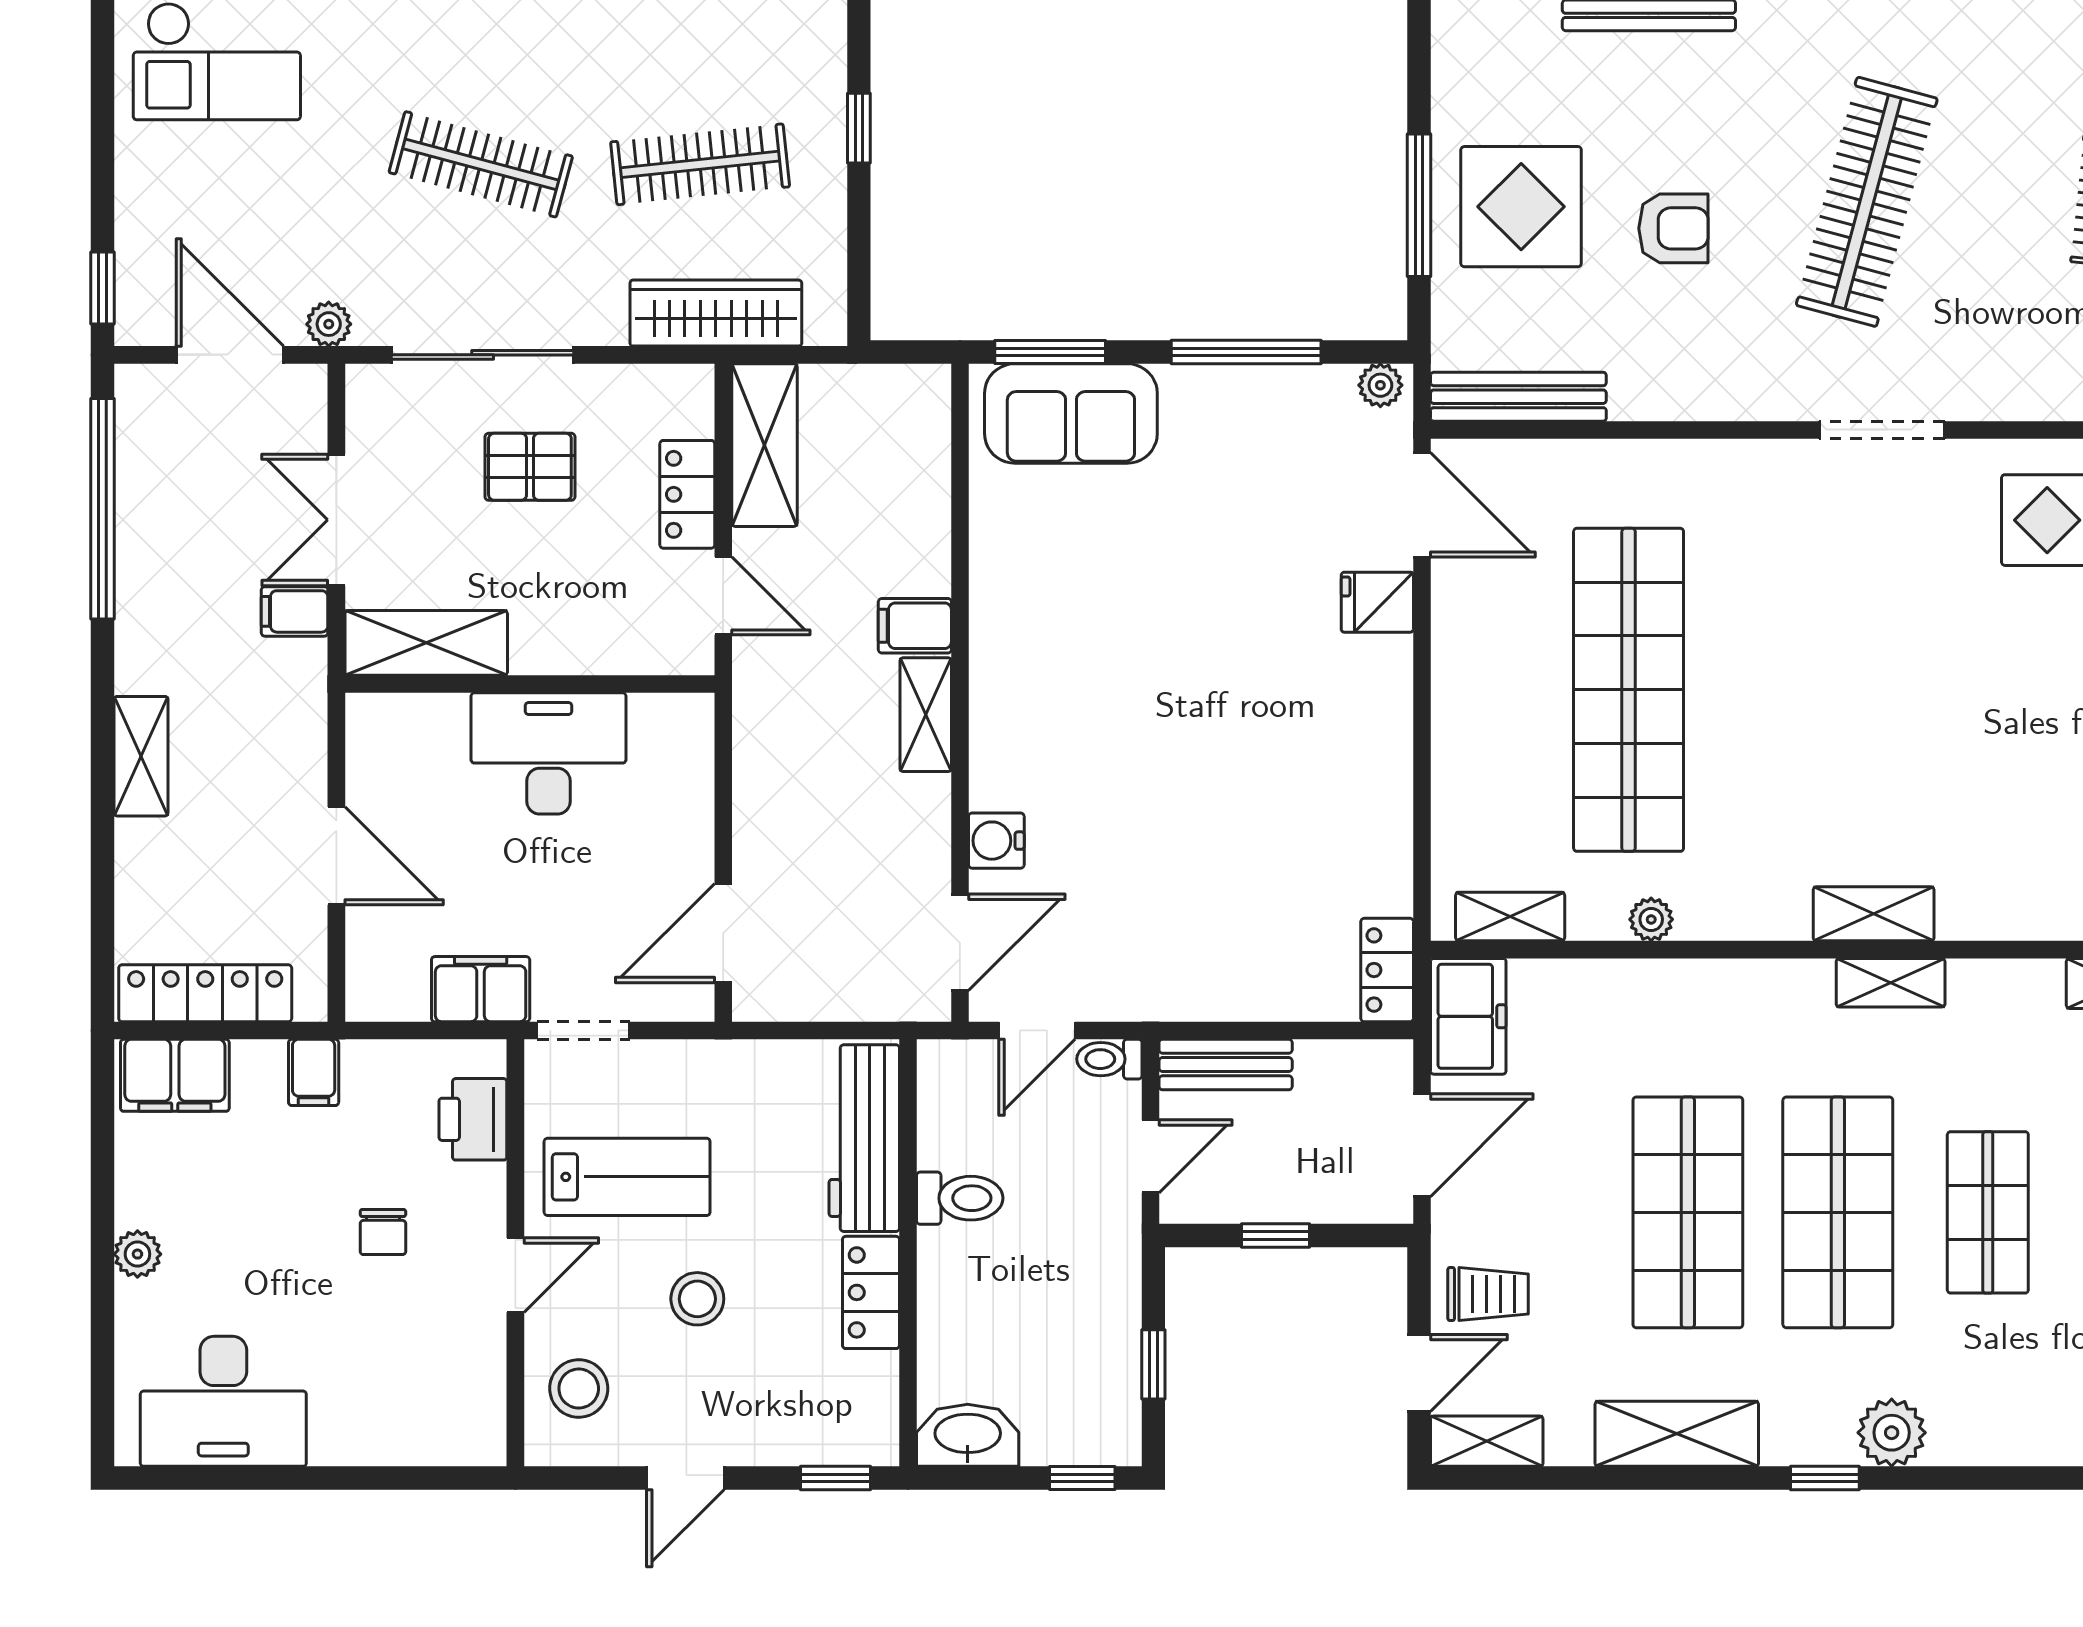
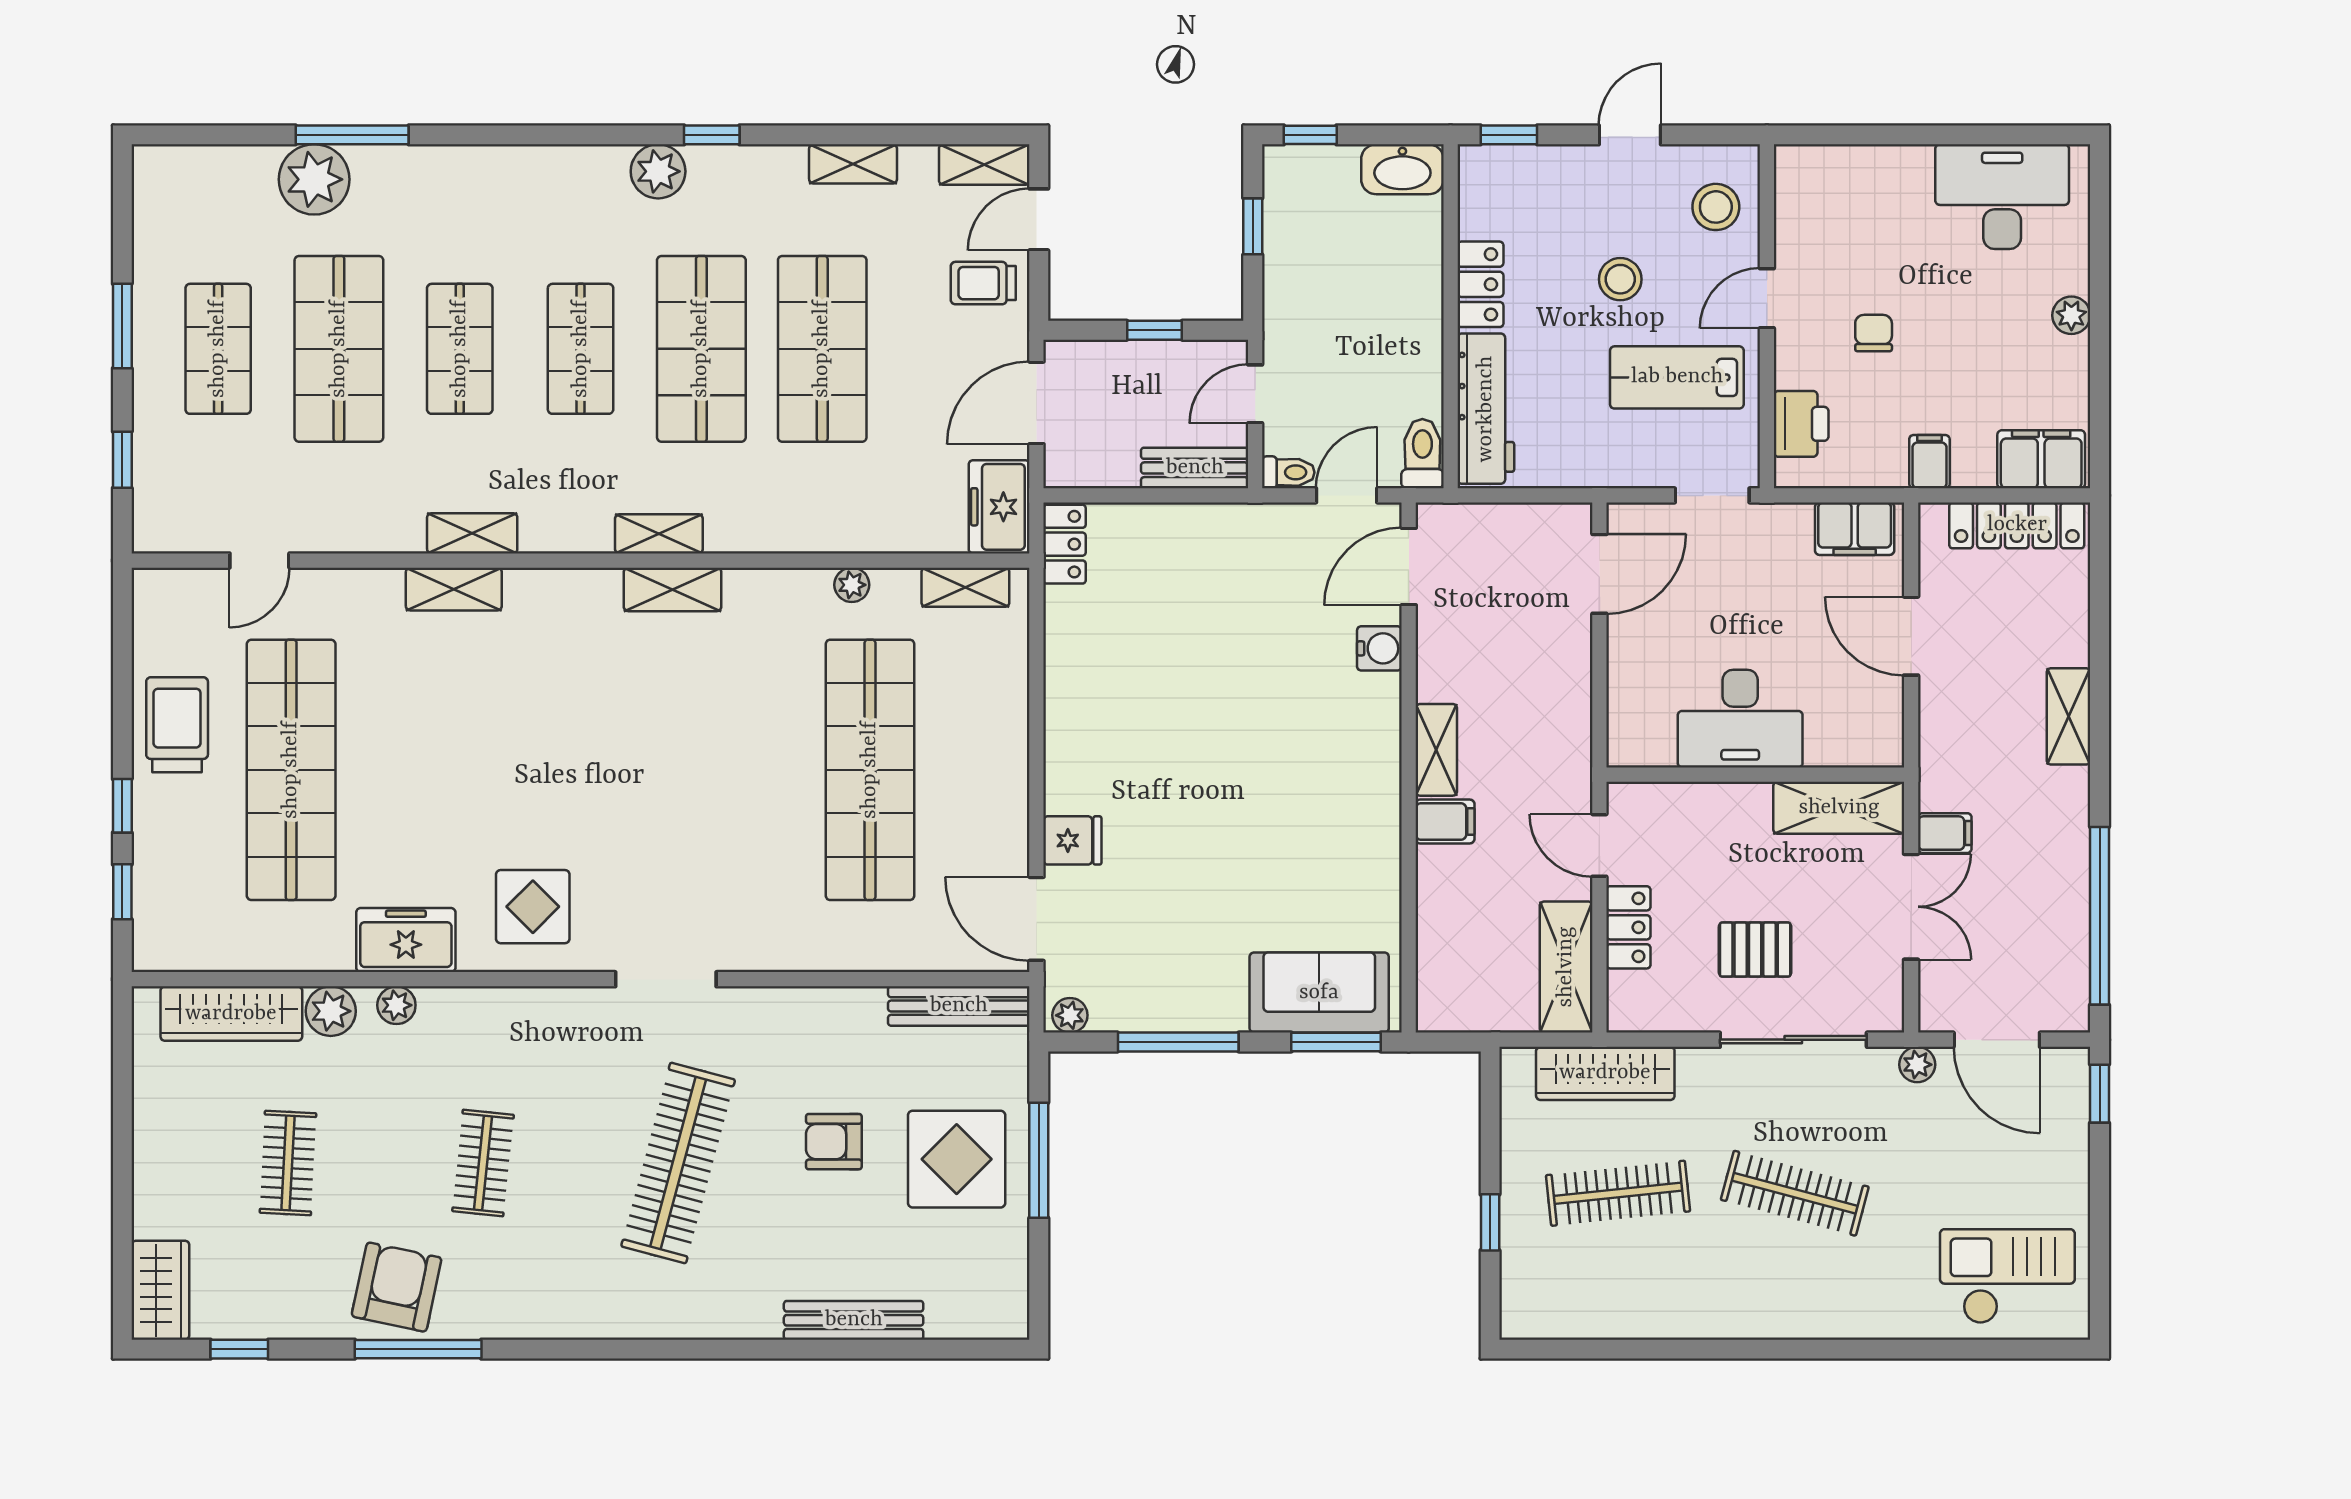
filing cabinet: (481, 989) -> (1855, 529), moved
toilet: (960, 1198) -> (1422, 454), moved, turned 90
shelving: (1677, 1434) -> (853, 164), width x0.67, depth x0.75

